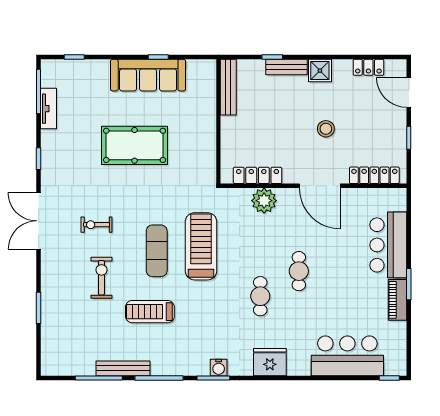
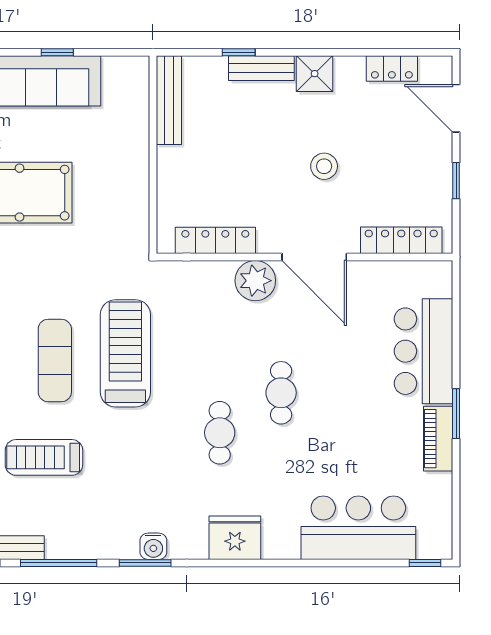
plant: (264, 201) -> (255, 281), moved

